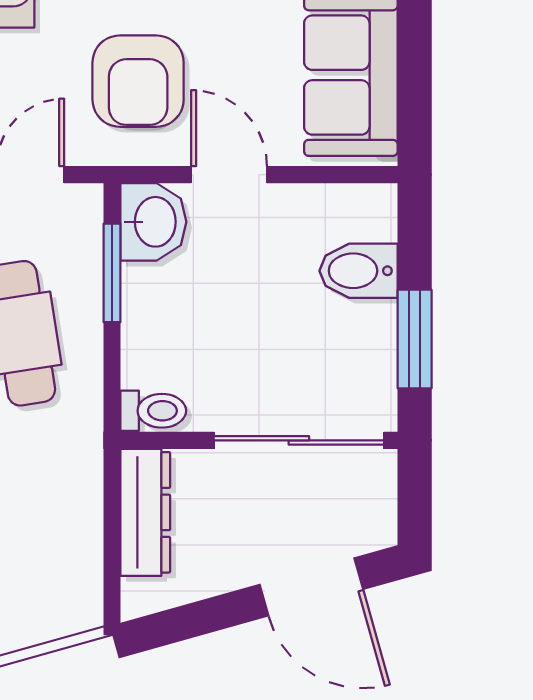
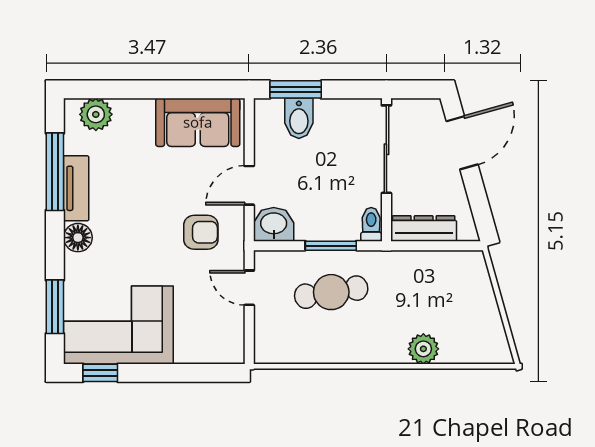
armchair: (138, 81) -> (201, 232), width x0.72, depth x0.72
window: (112, 273) -> (331, 246), moved
window: (415, 339) -> (296, 89), moved

